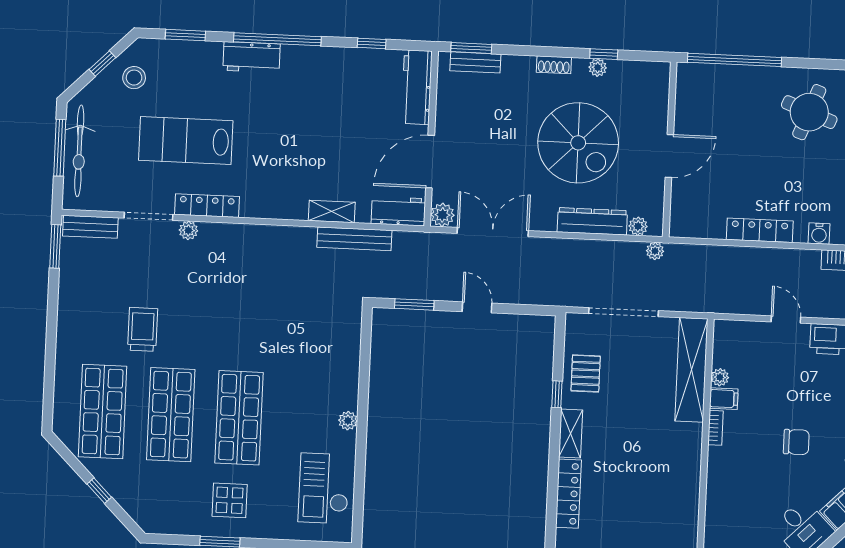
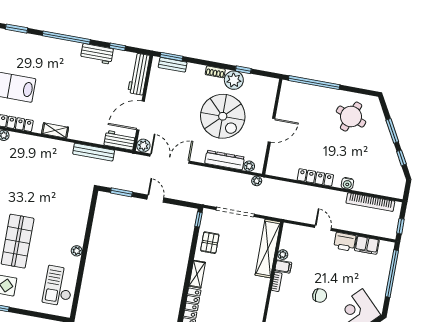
workbench: (251, 57) -> (97, 54), moved
plant: (598, 67) -> (234, 80), width x1.88, depth x1.88
shelving: (332, 211) -> (55, 130), moved
window: (557, 394) -> (199, 219), moved

